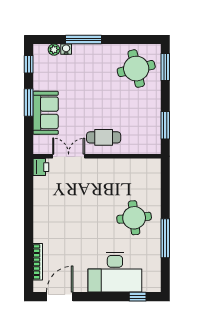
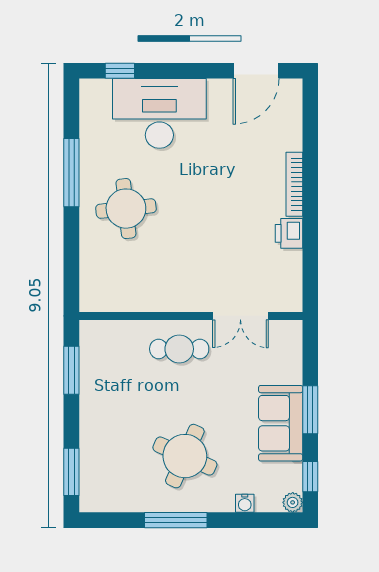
window: (83, 39) -> (176, 520), moved
plant: (54, 50) -> (293, 502), moved
round table: (136, 69) -> (185, 456), moved, turned 37
sofa: (46, 113) -> (281, 423), moved
printer: (41, 167) -> (289, 233), moved
bookcase: (38, 262) -> (294, 184), moved

